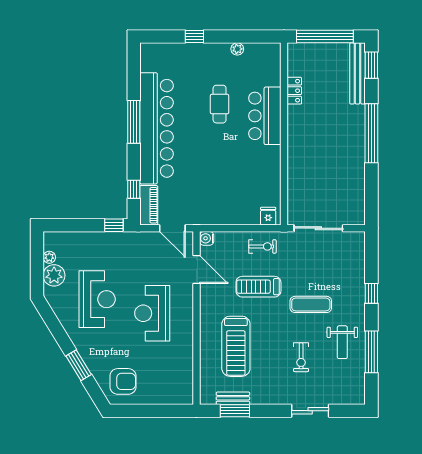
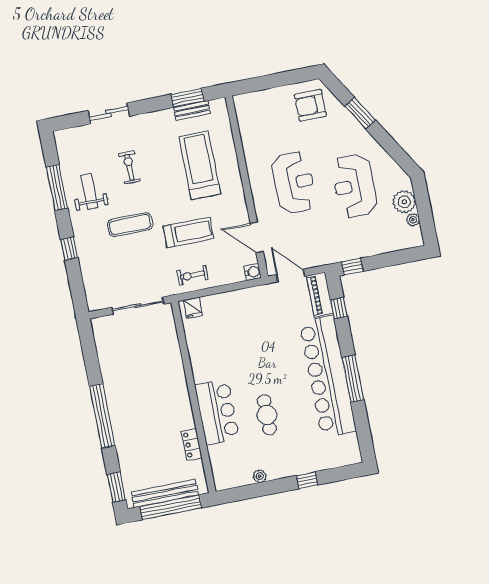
bench: (358, 73) -> (165, 493), moved, turned 90

